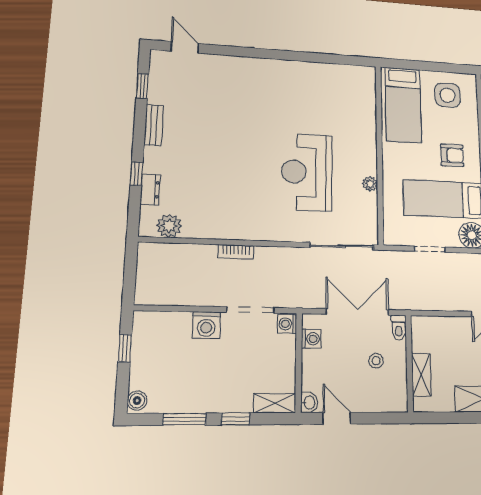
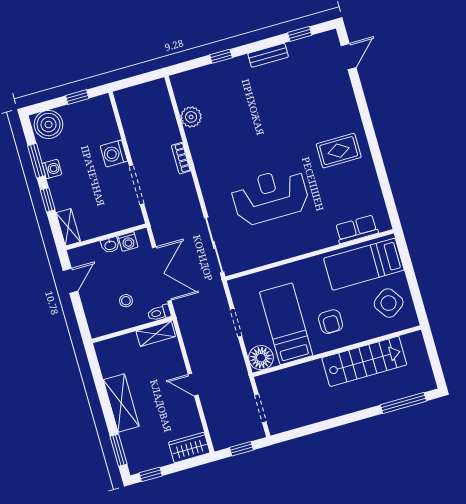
rug: (280, 90) -> (339, 151), added
side table: (448, 95) -> (389, 303), turned -35
row of seats: (366, 100) -> (357, 229), added
plant: (370, 184) -> (278, 254), removed
dresser: (150, 190) -> (211, 72), removed
plant: (169, 226) -> (191, 117), moved
washing machine: (287, 324) -> (52, 169), moved, turned 90
shelving: (421, 375) -> (156, 334), moved
boiler: (137, 401) -> (49, 125), width x1.86, depth x1.86
washbasin: (309, 402) -> (110, 245), moved

